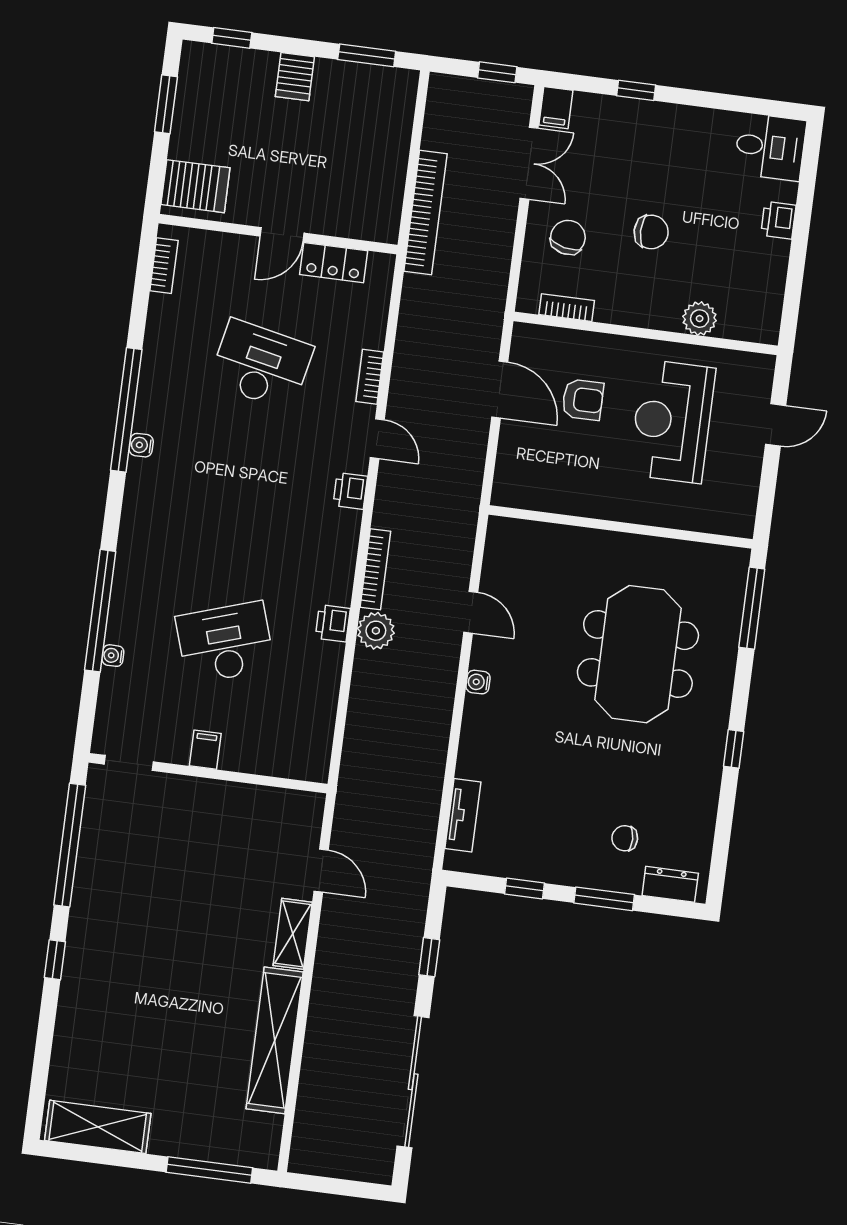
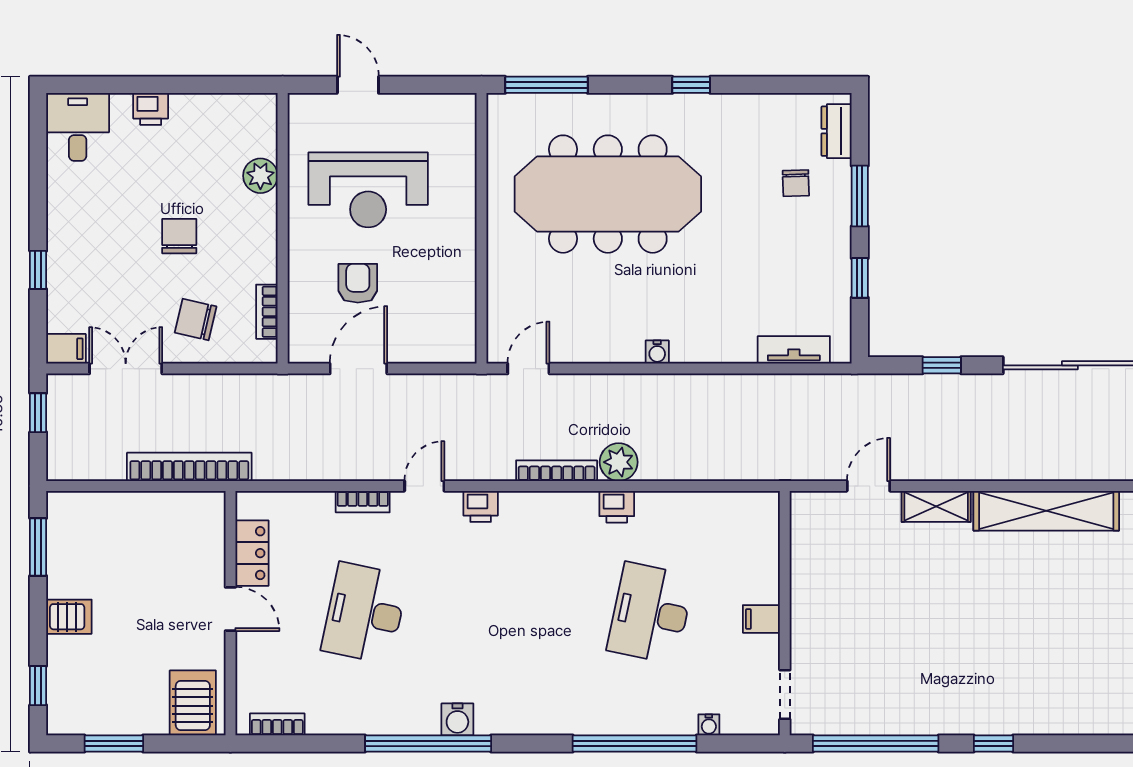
water cooler: (141, 445) -> (457, 719), width x1.38, depth x1.38
door: (471, 612) -> (528, 369), moved
desk: (225, 643) -> (650, 613), turned 30
meeting table: (638, 654) -> (608, 194), width x1.36
water cooler: (113, 656) -> (709, 725), moved

